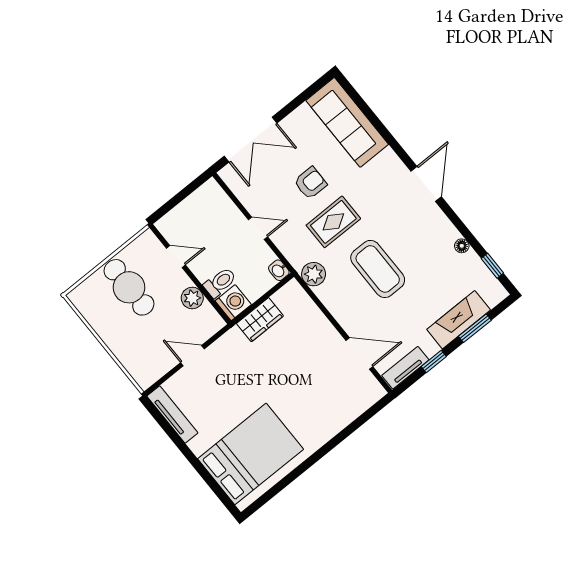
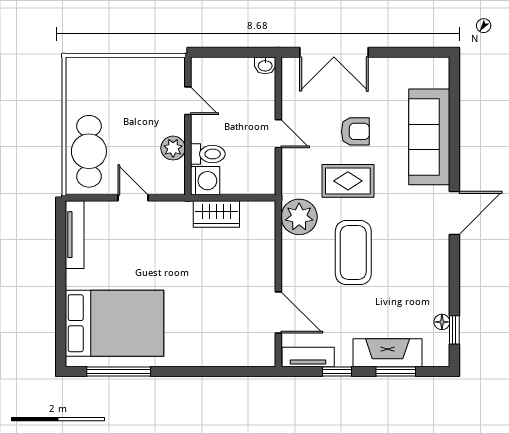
sofa: (347, 122) -> (429, 137), moved
floor lamp: (462, 246) -> (442, 322), moved
washbasin: (279, 270) -> (265, 65), moved, turned -90
plant: (314, 274) -> (299, 217), width x1.36, depth x1.36
cafe table: (129, 287) -> (89, 151), moved
window: (281, 485) -> (119, 372), added

